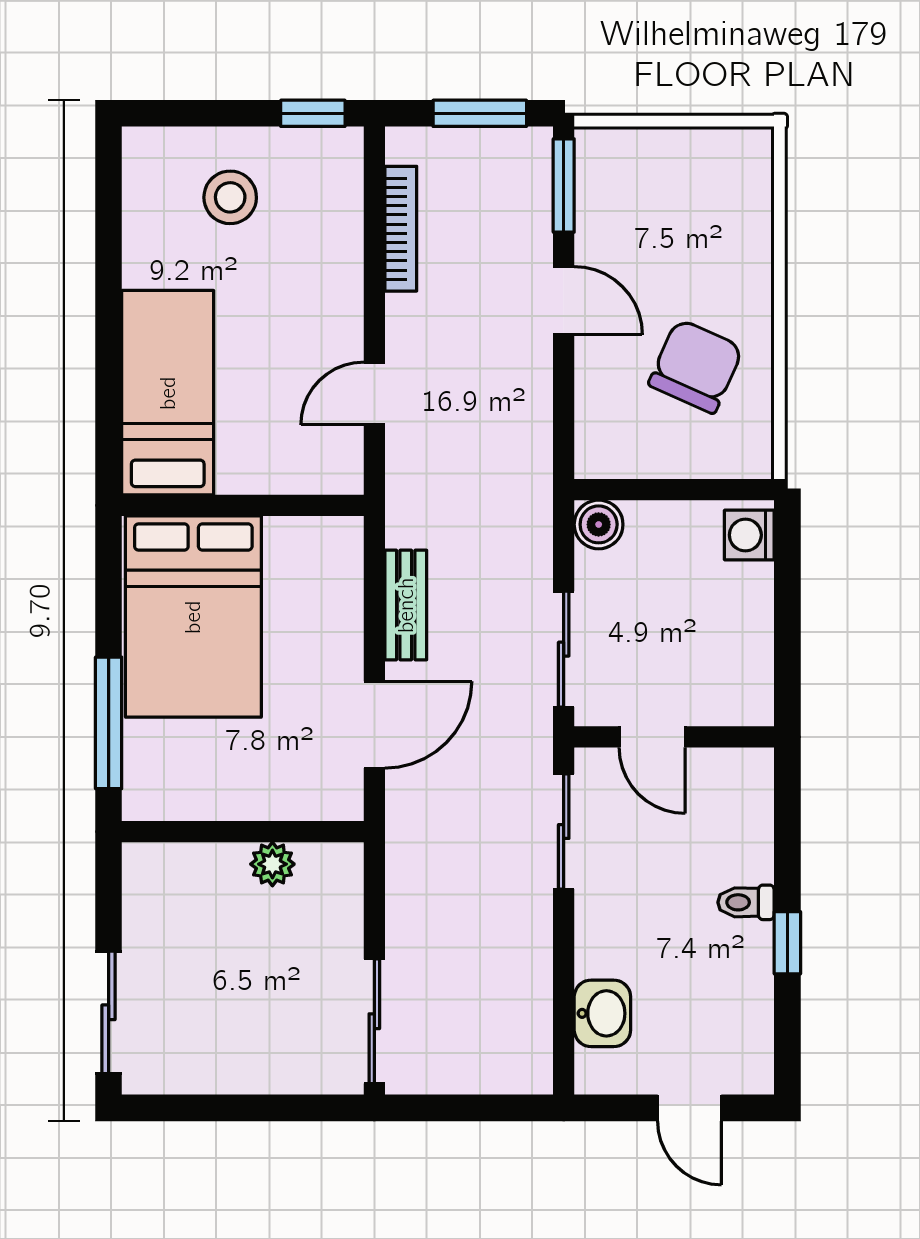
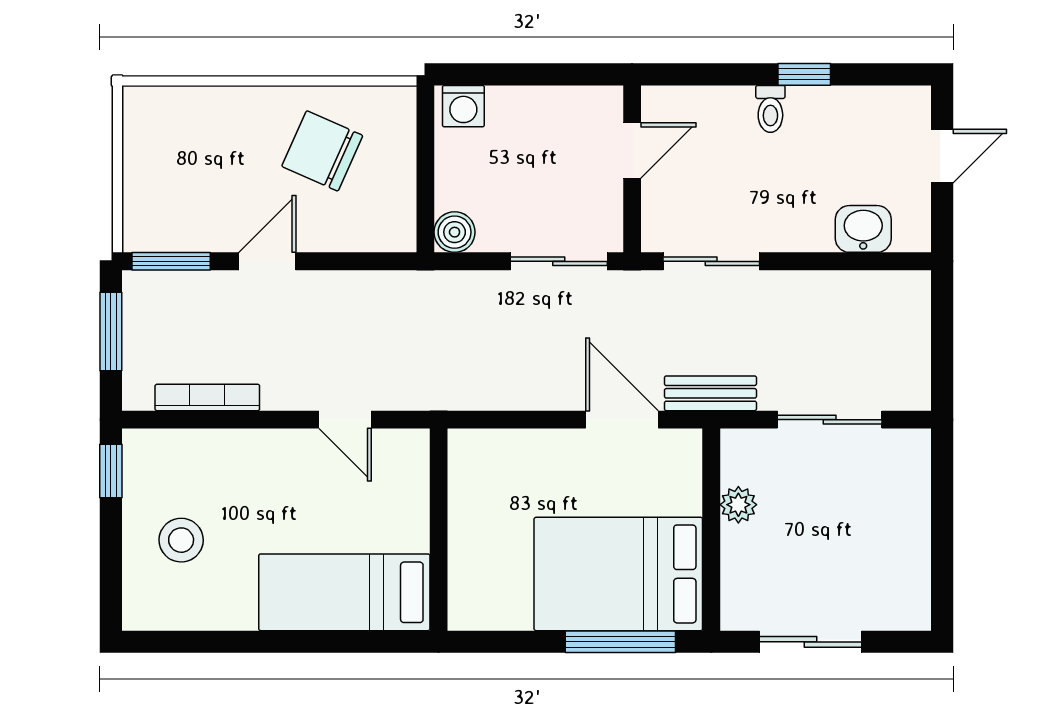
bench: (406, 605) -> (710, 393), moved
bed: (193, 617) -> (618, 574), moved, turned 180
door: (652, 737) -> (632, 151), moved
sliding door: (109, 1012) -> (810, 642), moved
sliding door: (374, 1021) -> (830, 420), moved

